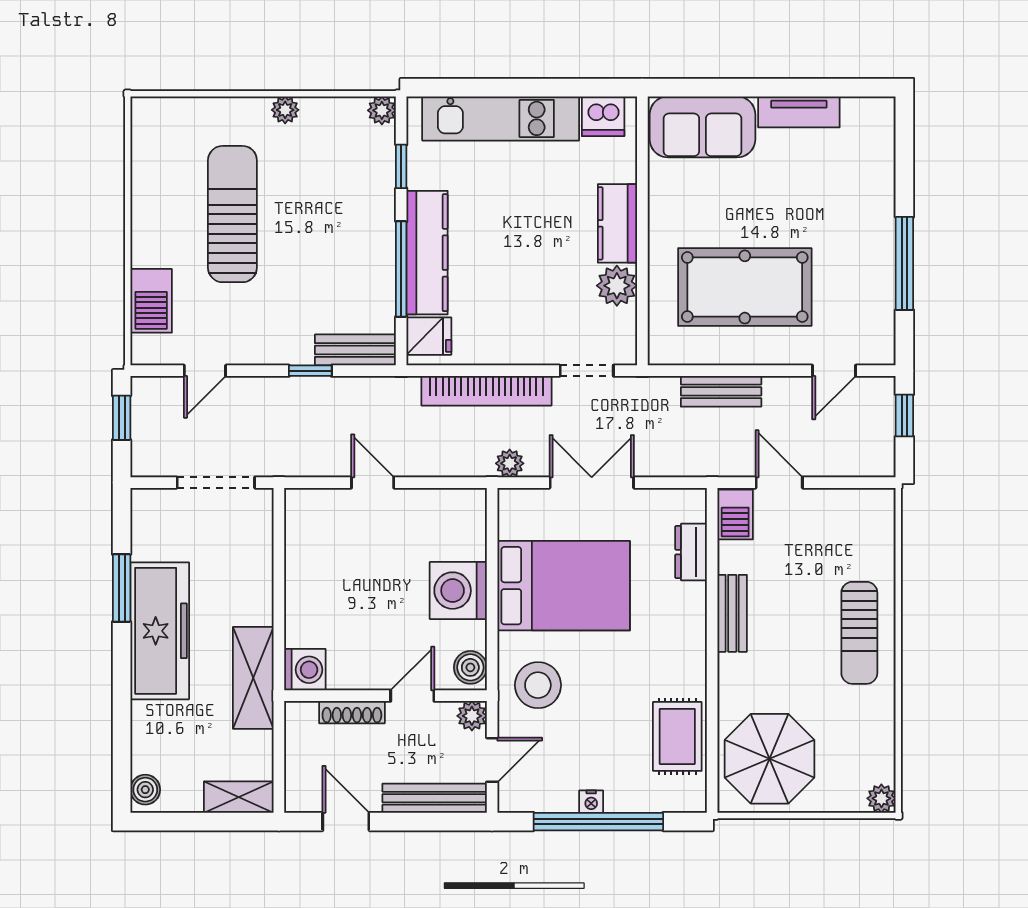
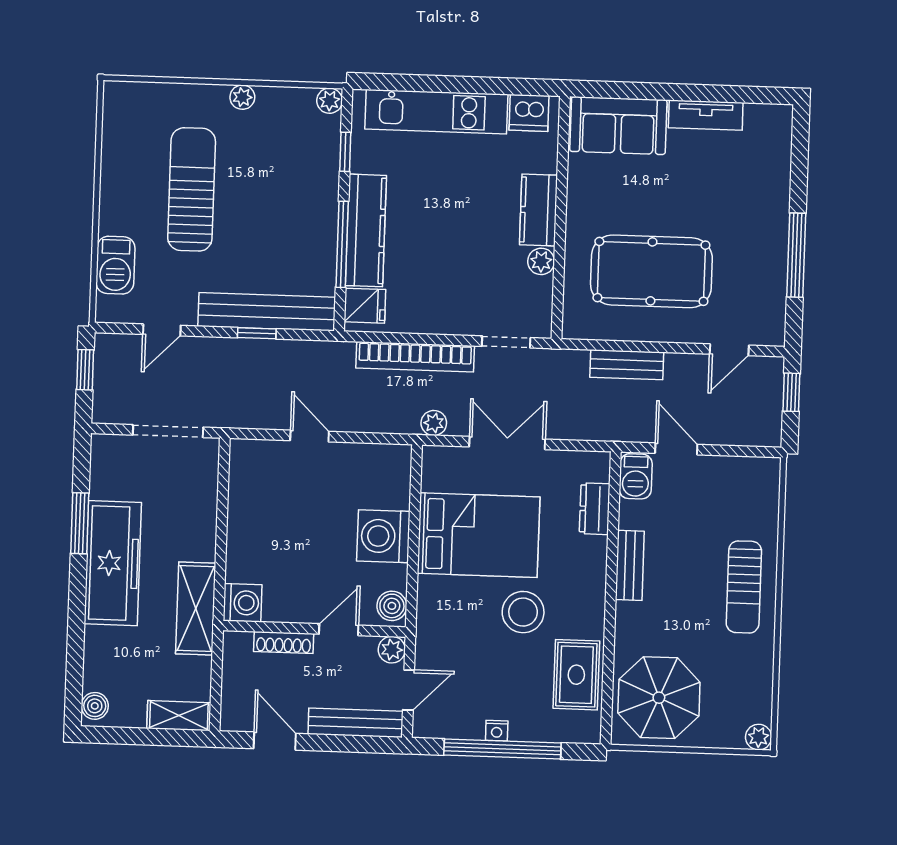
plant: (617, 286) -> (541, 261), width x0.73, depth x0.73
bench: (355, 350) -> (267, 312), width x1.86, depth x1.21
stool: (538, 685) -> (523, 612), moved

